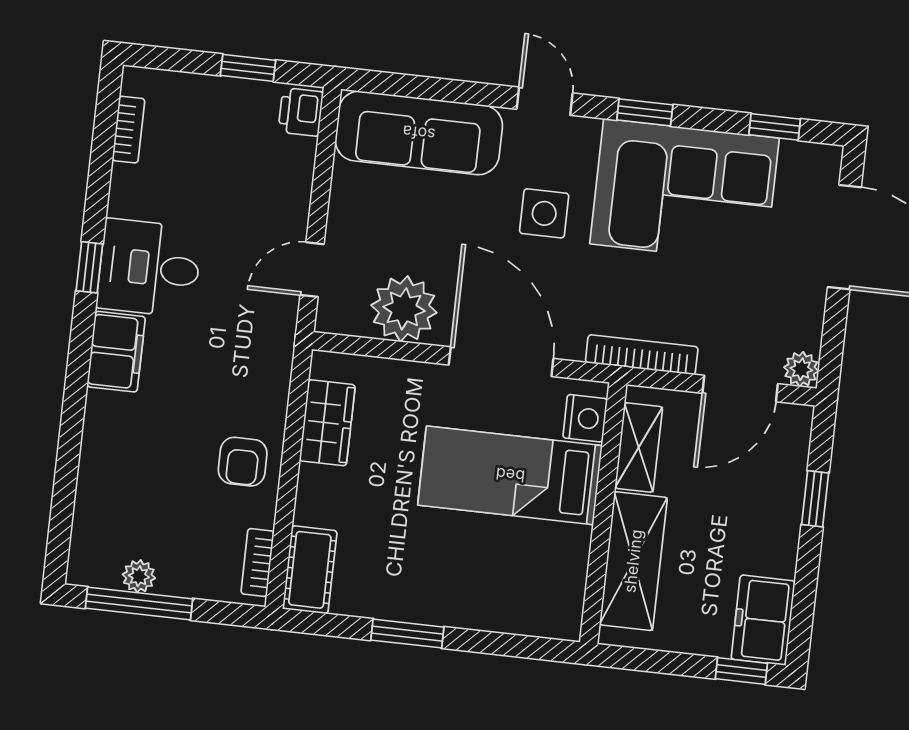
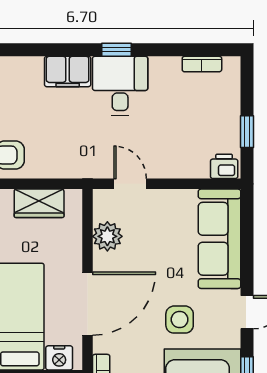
plant: (404, 309) -> (107, 236), width x0.73, depth x0.73

